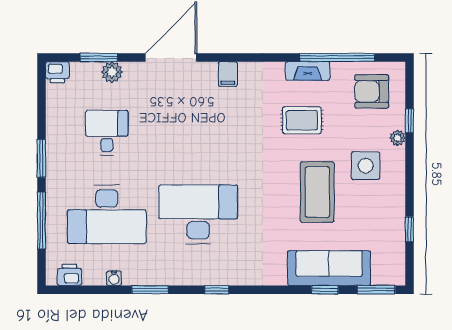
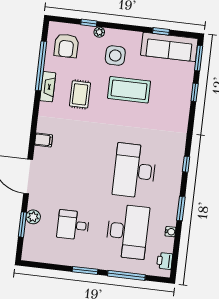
printer: (57, 72) -> (29, 253), removed
sofa: (329, 268) -> (169, 47), moved, turned -90

